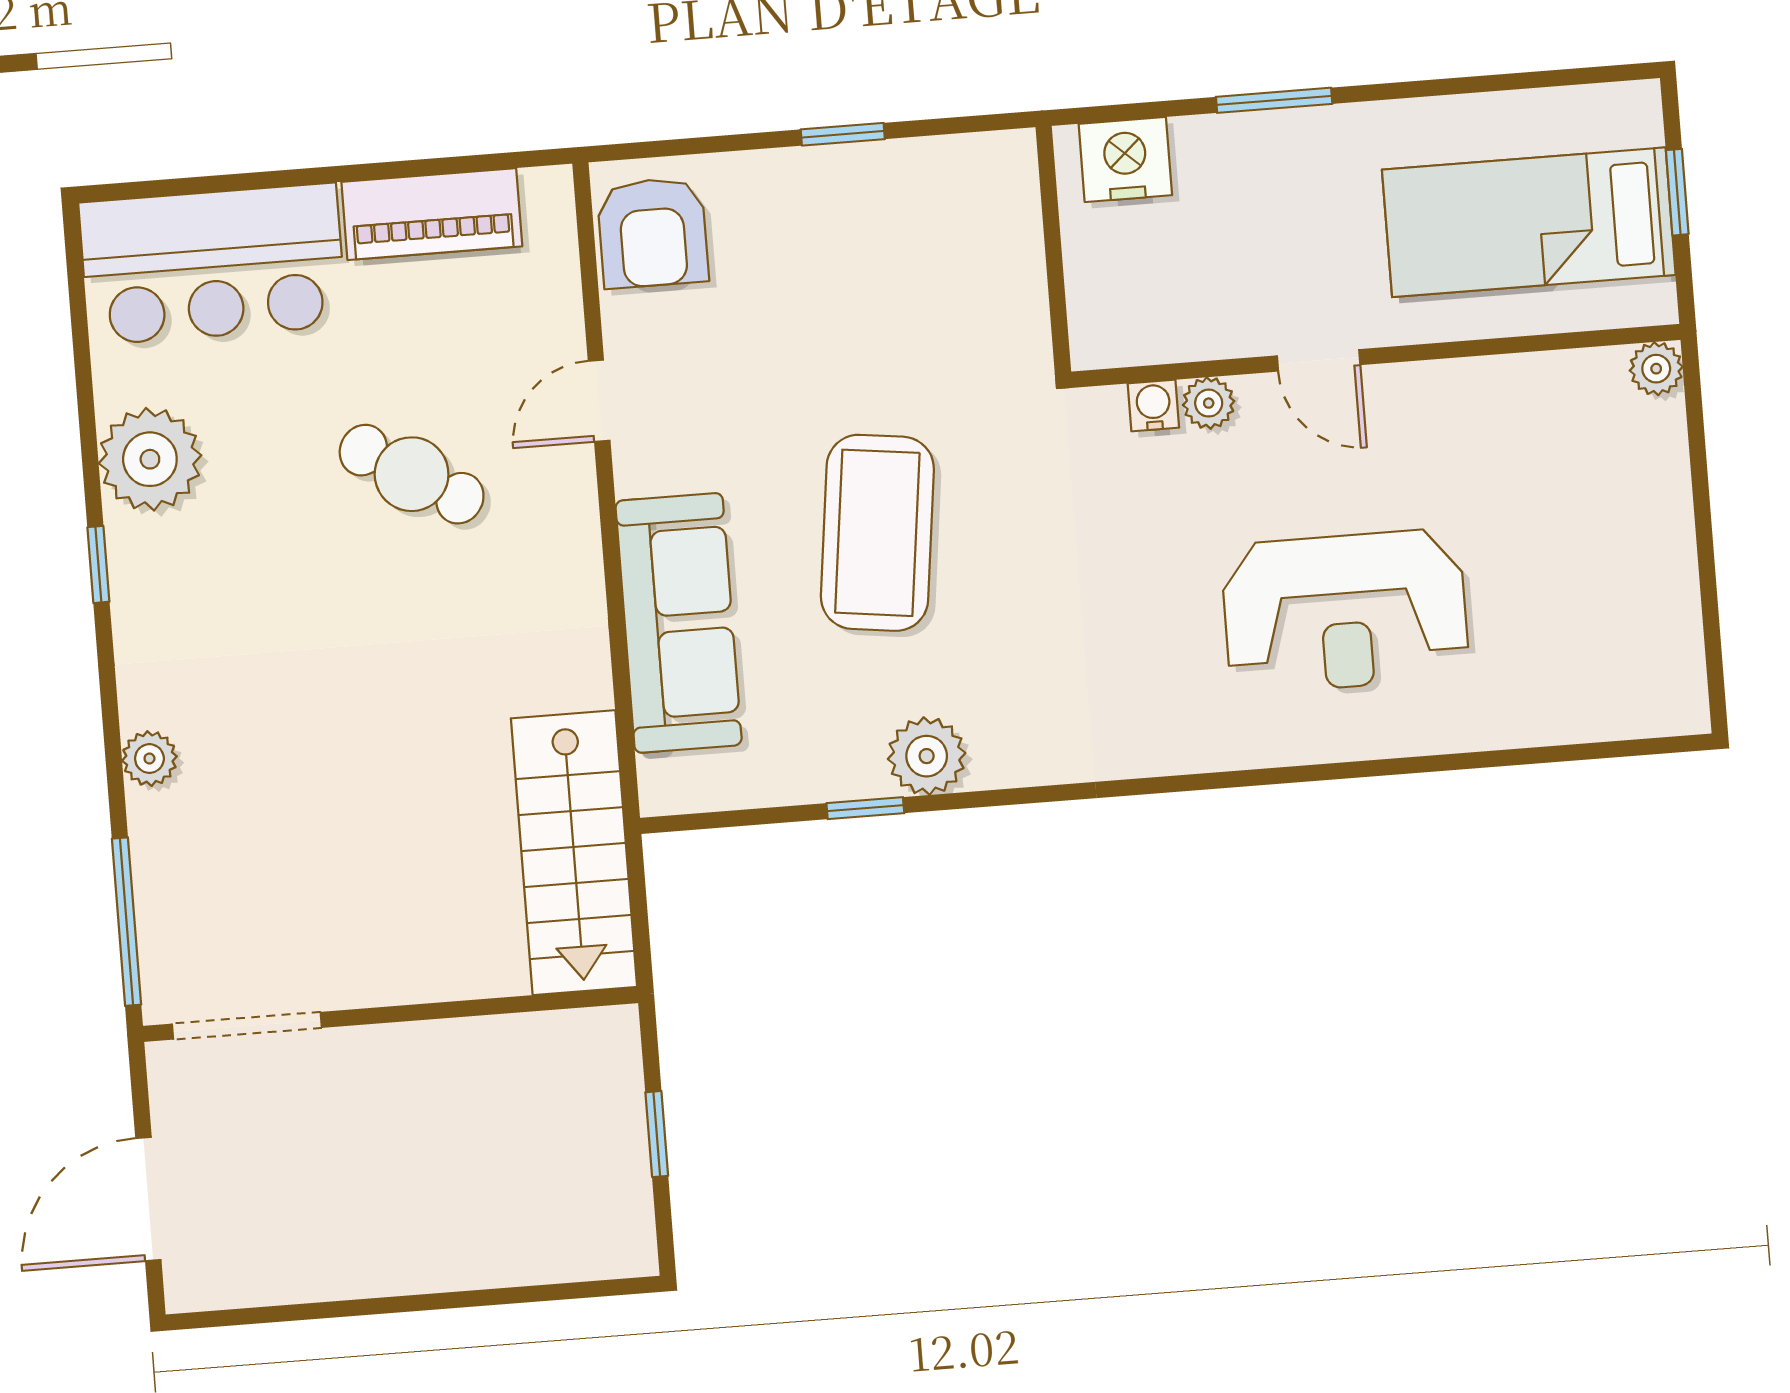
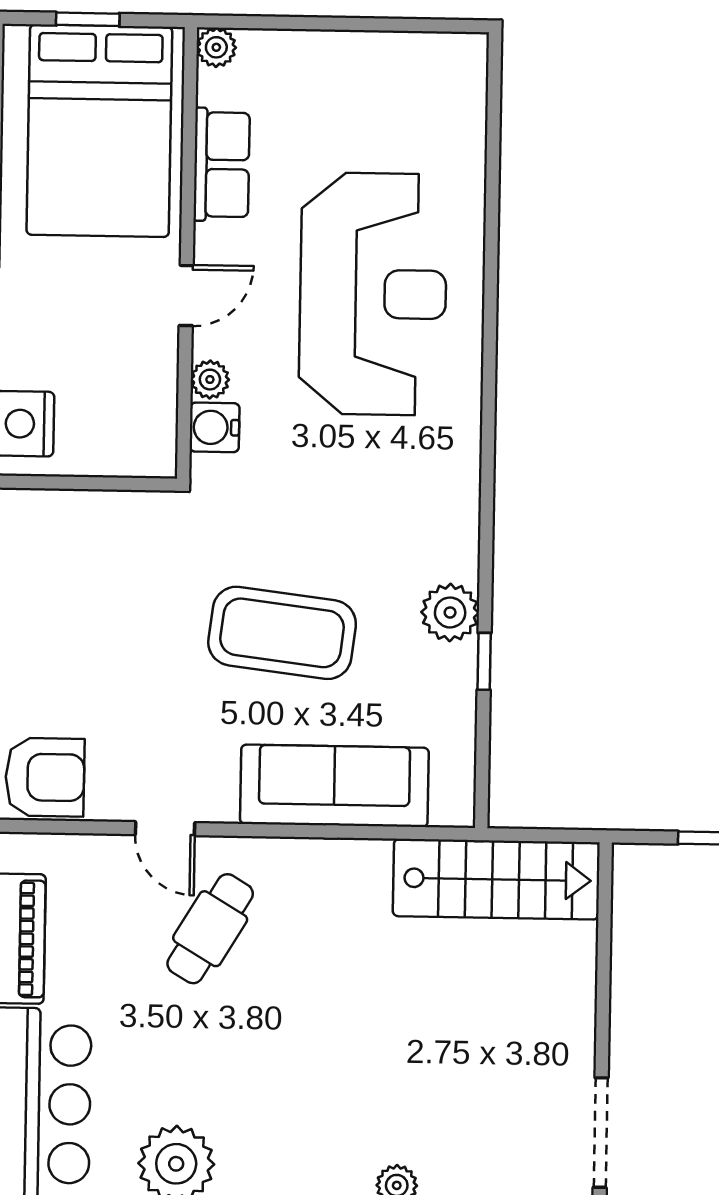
bed: (1529, 222) -> (99, 131), width x1.50
row of seats: (1499, 391) -> (222, 165), added
water cooler: (1153, 406) -> (214, 427), width x1.38, depth x1.38
cafe table: (412, 474) -> (210, 929), moved
reception desk: (1345, 611) -> (373, 294), width x1.36, depth x1.30

